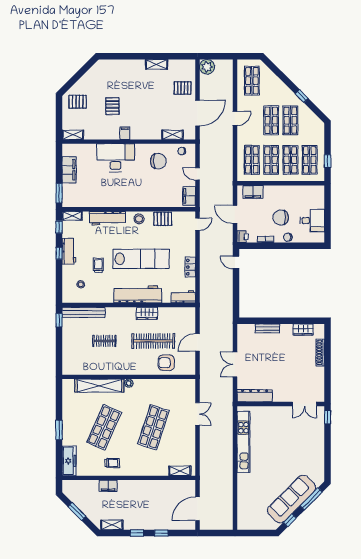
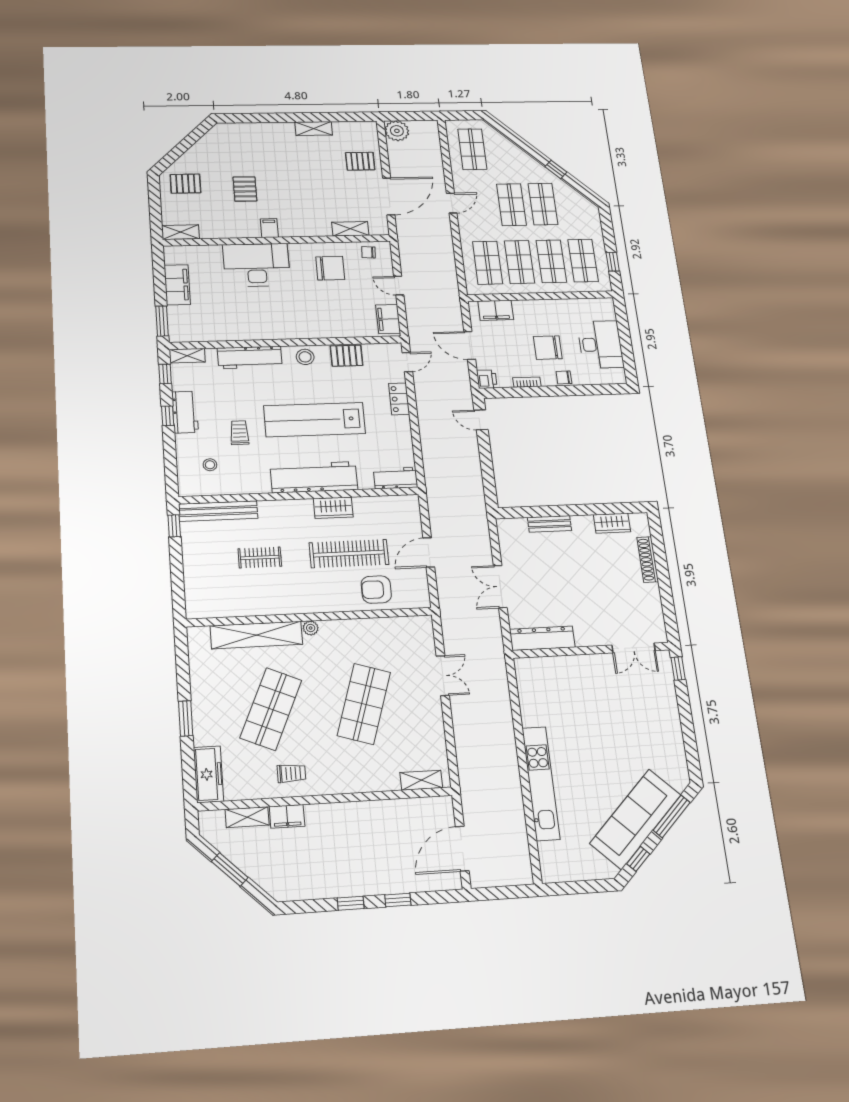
desk: (312, 221) -> (600, 344), width x1.37
lab bench: (141, 259) -> (315, 420), turned 180
locker: (190, 267) -> (399, 399), moved
kitchen unit: (243, 442) -> (541, 783), moved
shelving: (112, 525) -> (247, 817), moved

